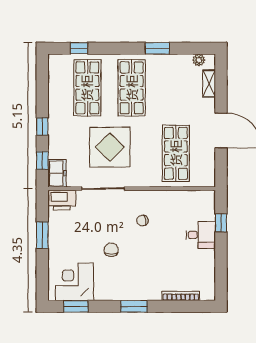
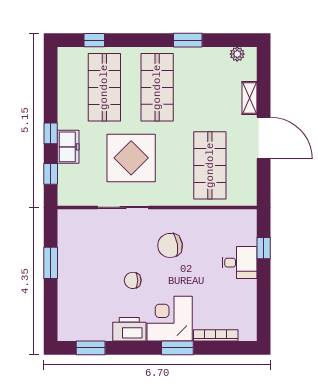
shelving: (209, 84) -> (249, 98), moved
freezer: (57, 173) -> (68, 147), moved
printer: (62, 200) -> (129, 329), moved, turned 180
chair: (142, 221) -> (170, 245), width x1.87, depth x1.87
chair: (111, 250) -> (133, 280), turned -90
corner desk: (74, 282) -> (170, 319), moved
window: (134, 306) -> (177, 348), moved

